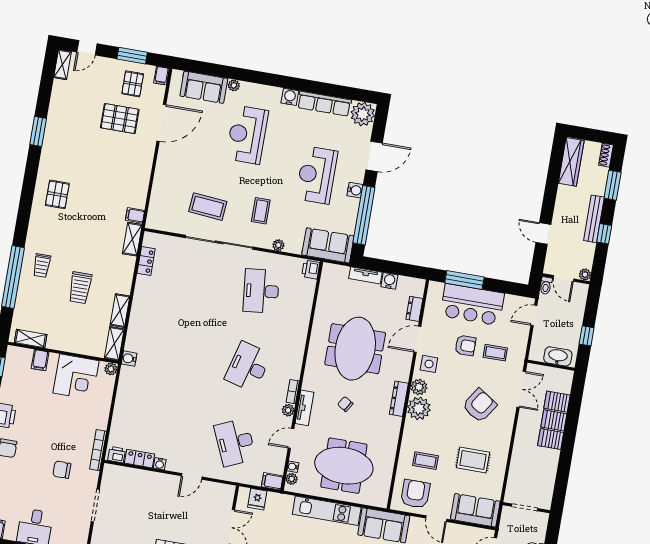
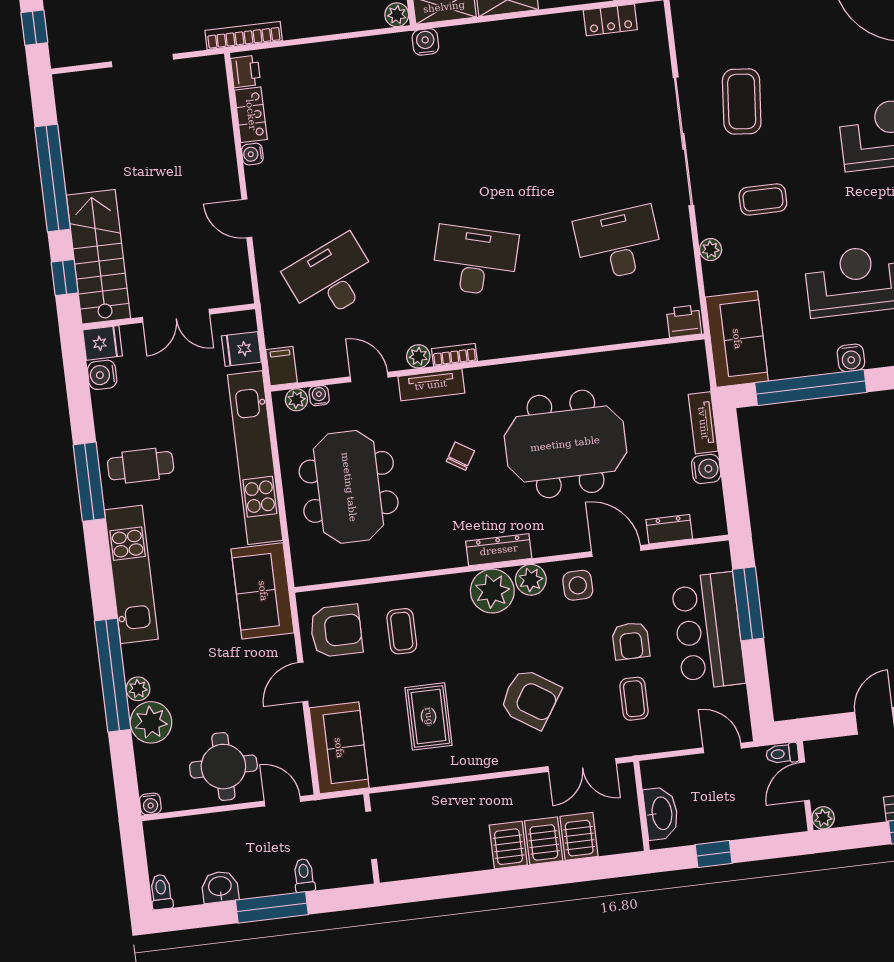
kitchen unit: (327, 511) -> (255, 458), width x1.36

